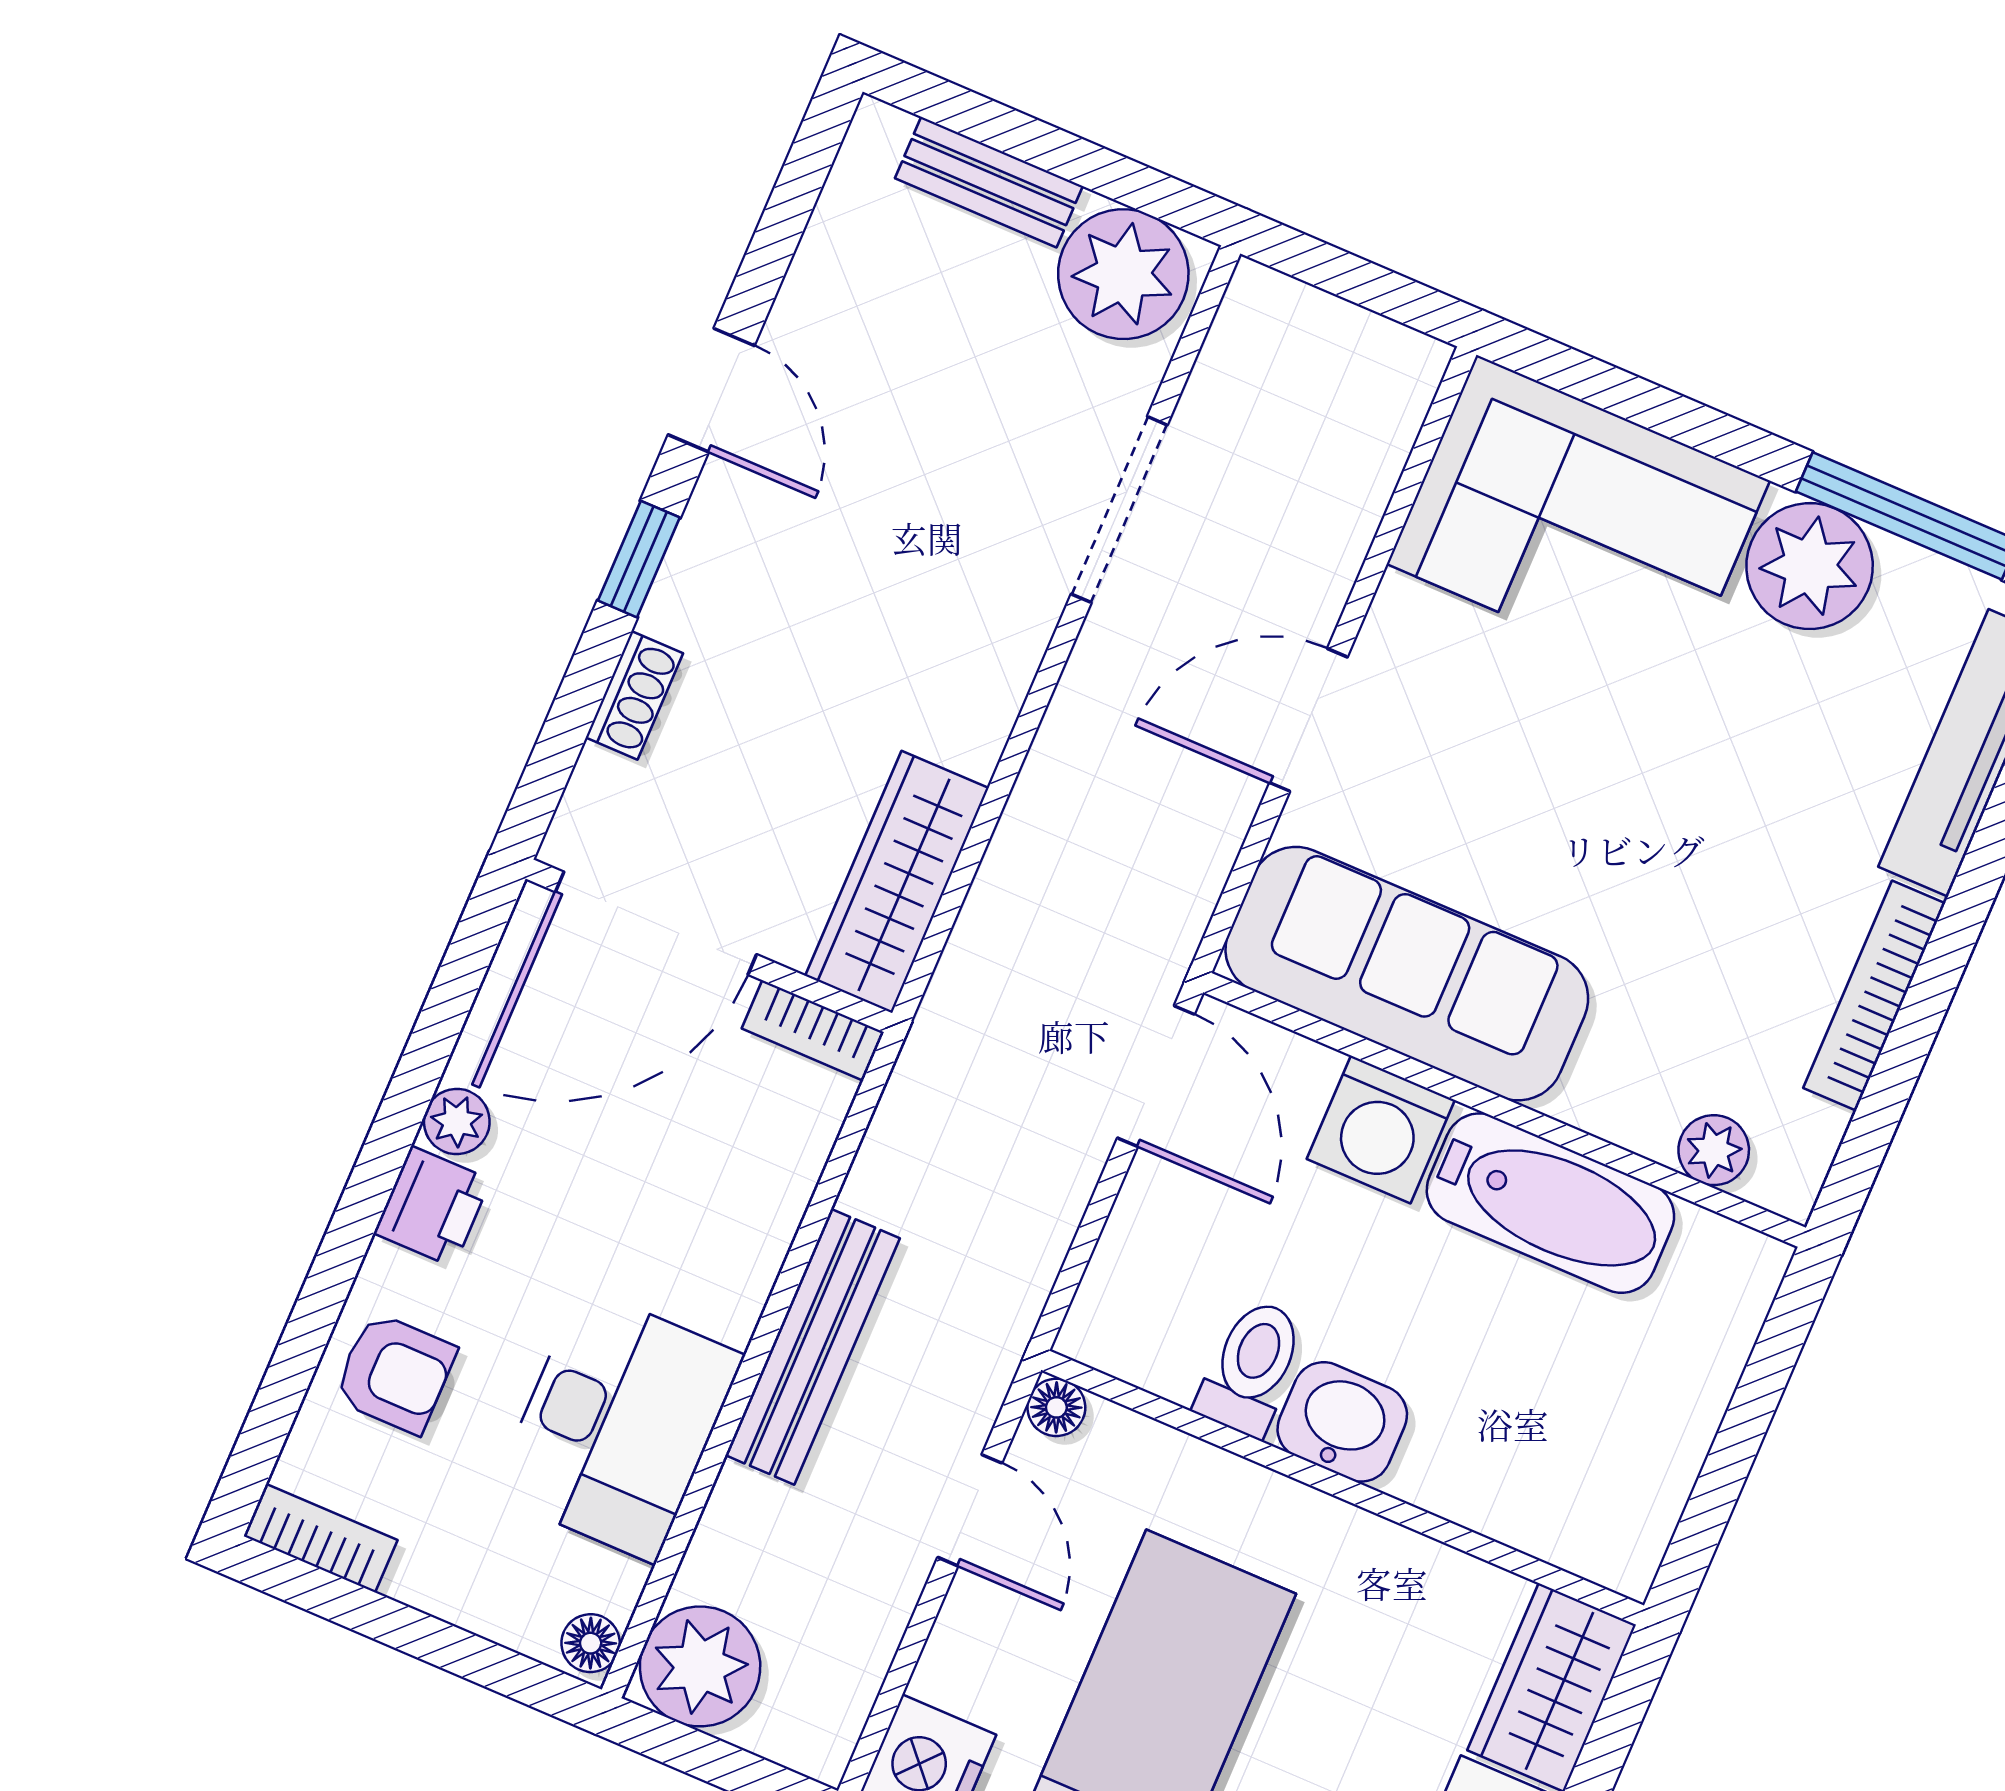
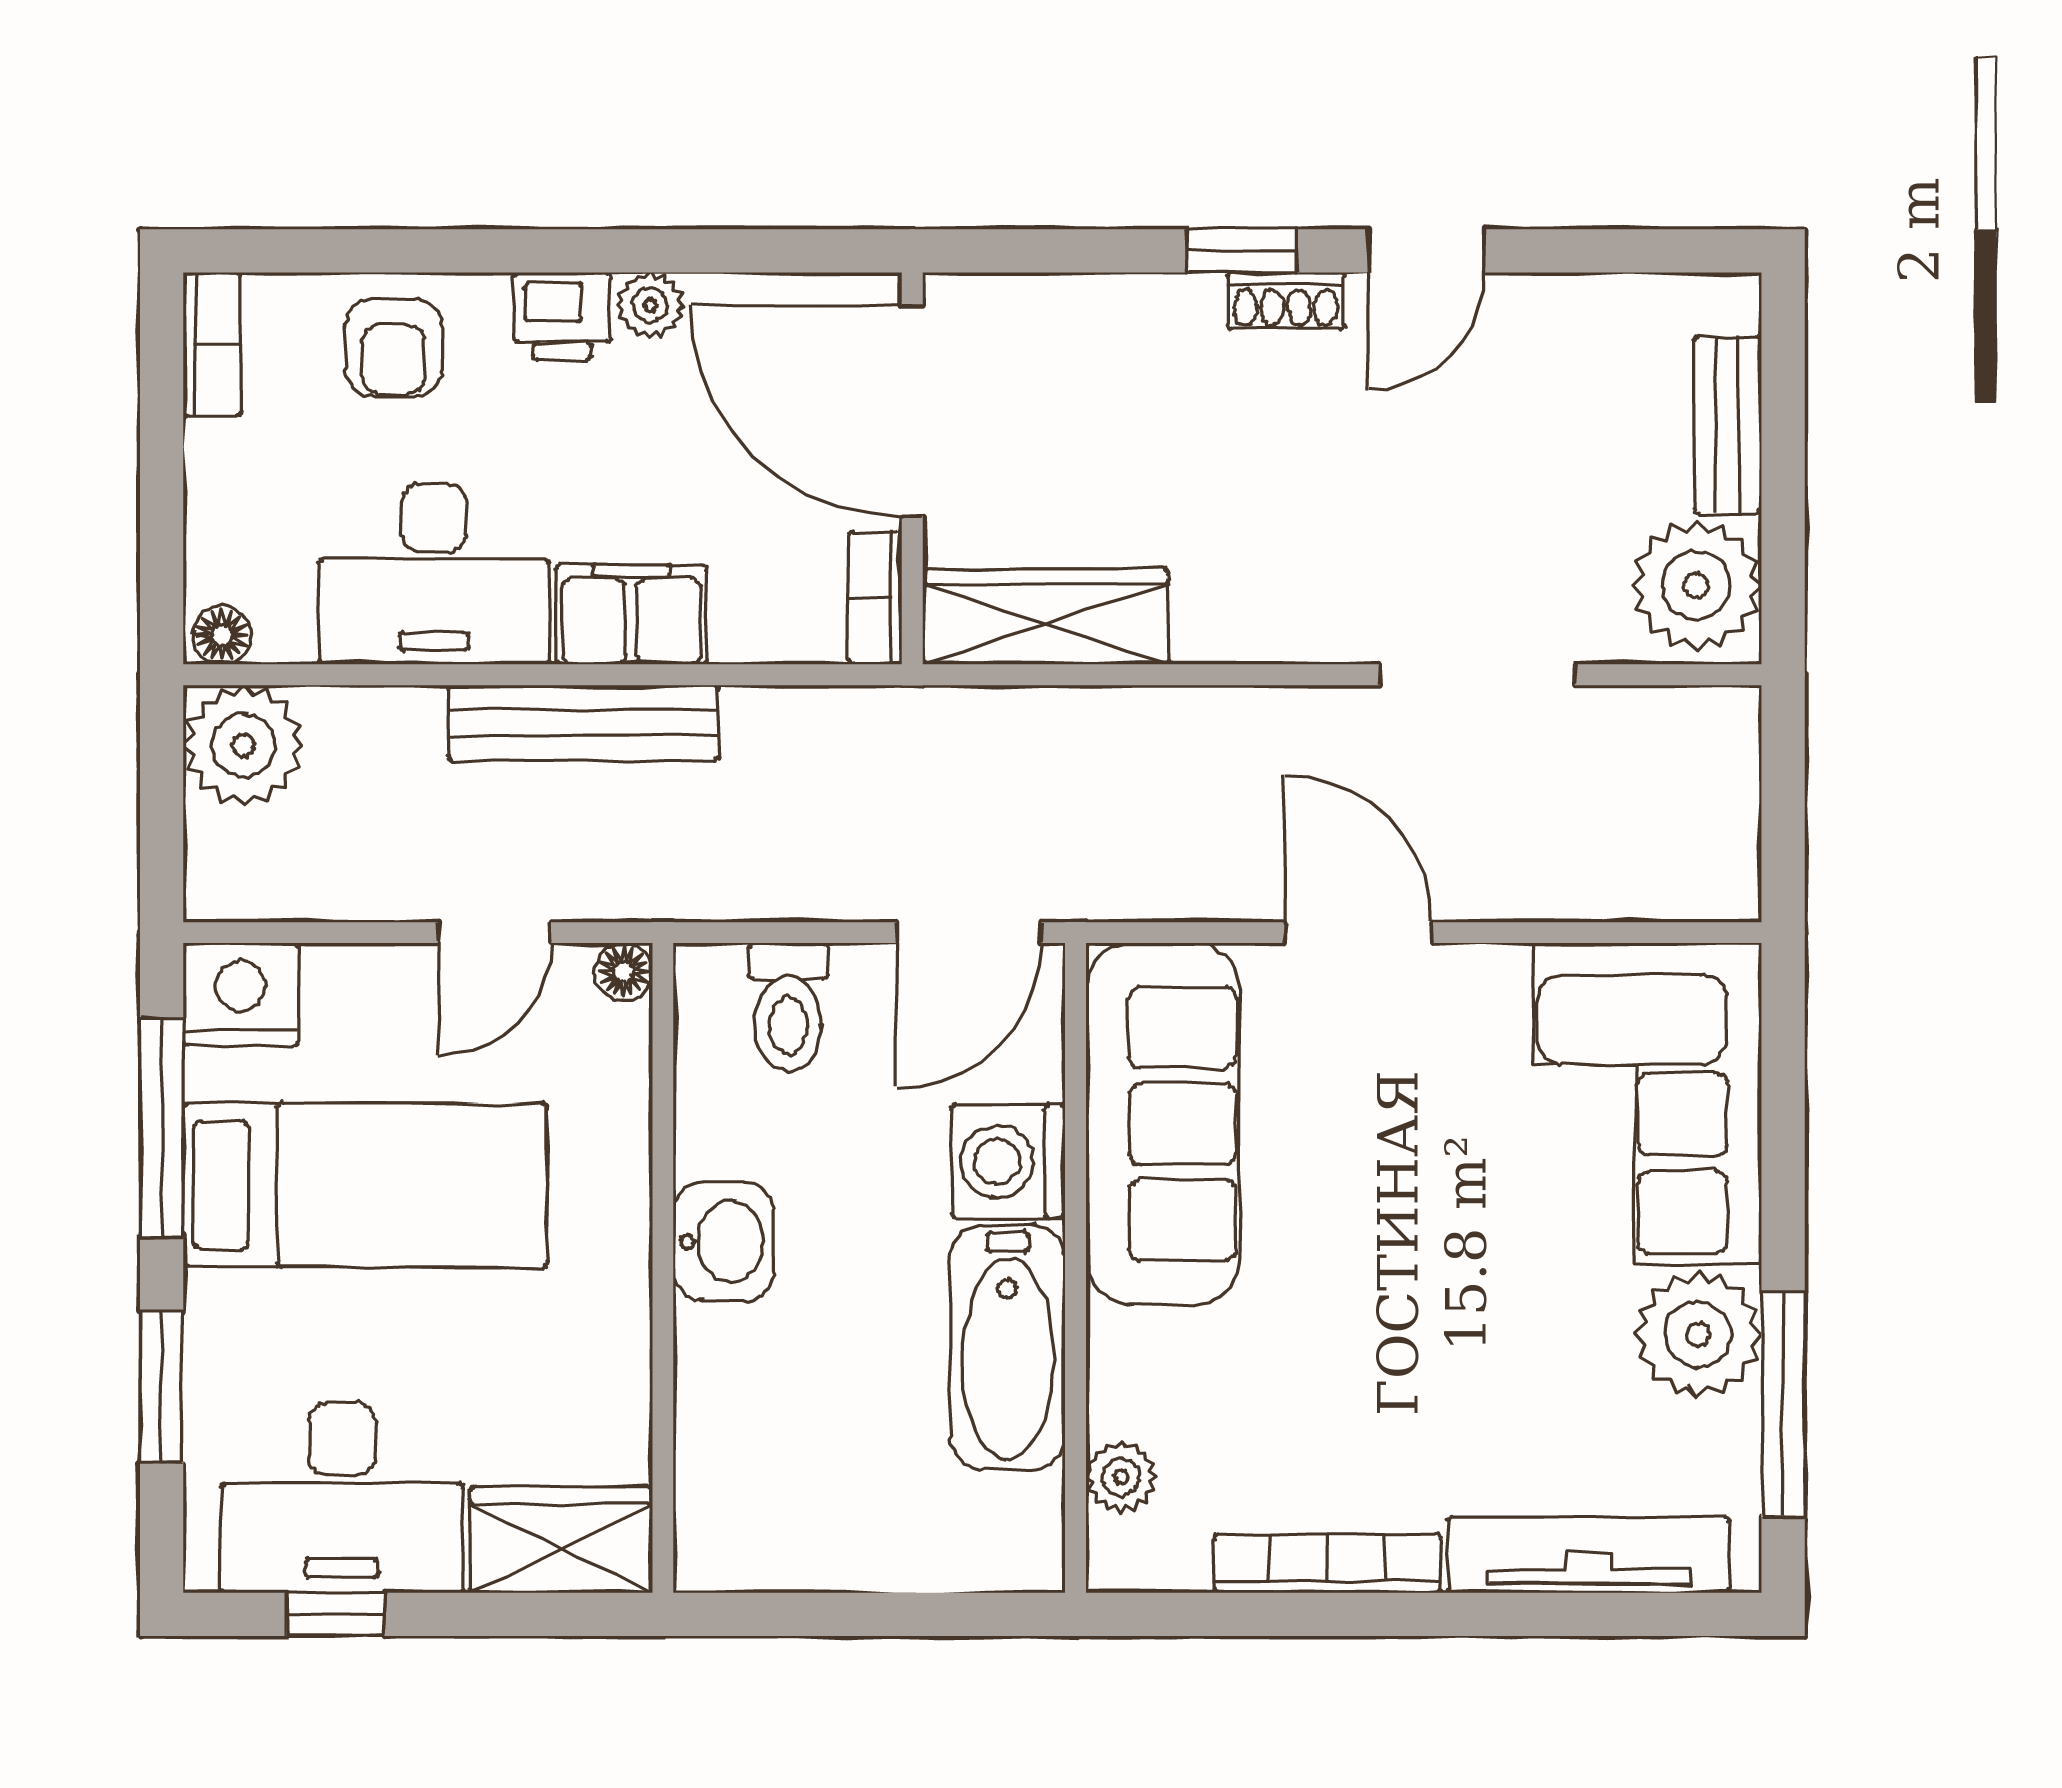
shoe rack: (634, 695) -> (1286, 301), moved
filing cabinet: (732, 1260) -> (631, 614), added
toilet: (1251, 1367) -> (788, 1007), moved, turned 90

